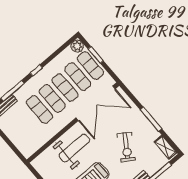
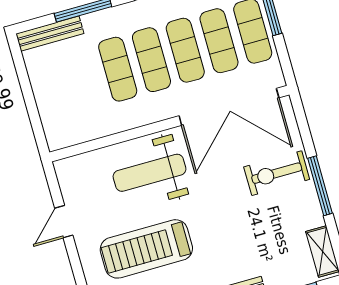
exercise bike: (126, 147) -> (277, 173), moved, turned 57
weight bench: (74, 148) -> (150, 173), turned 180

